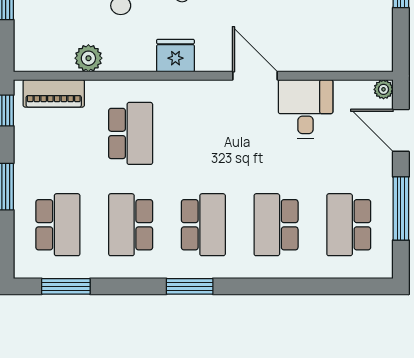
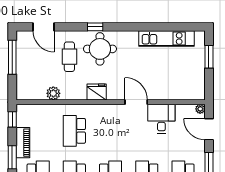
piano: (54, 93) -> (23, 143), moved, turned -90
school desk: (131, 133) -> (74, 131), turned 180

